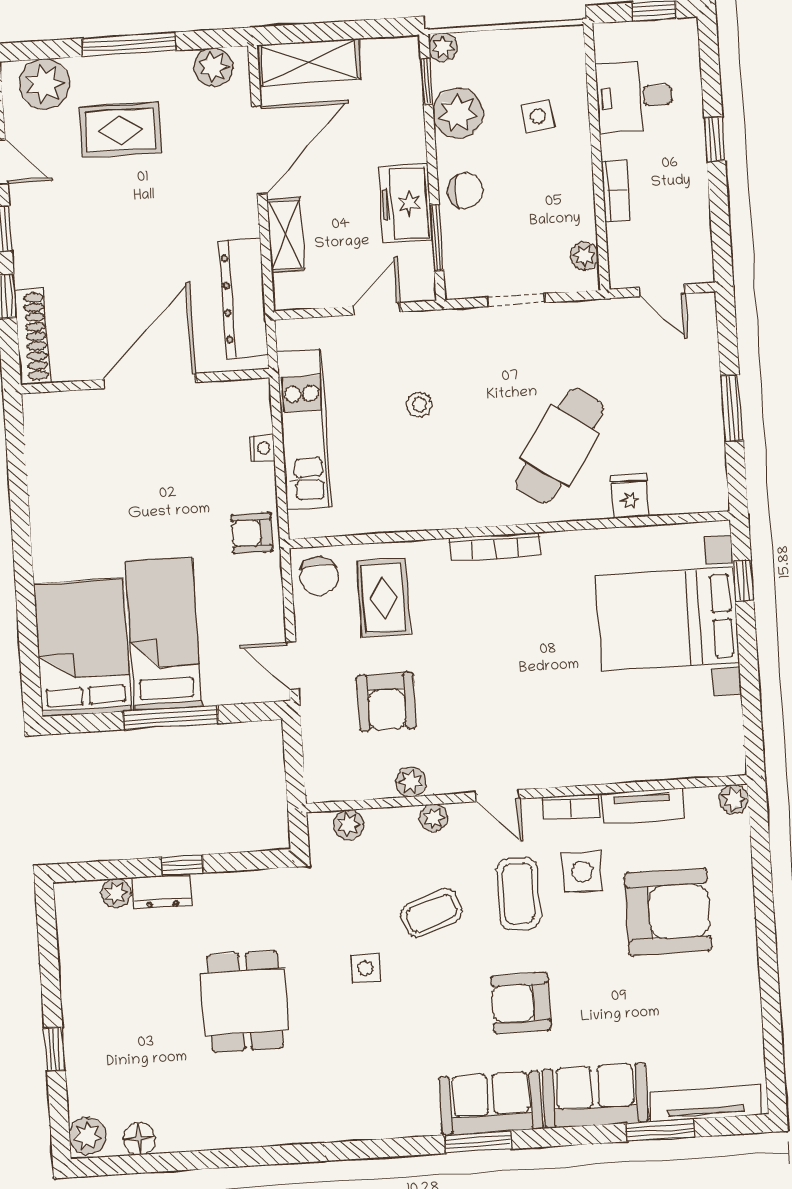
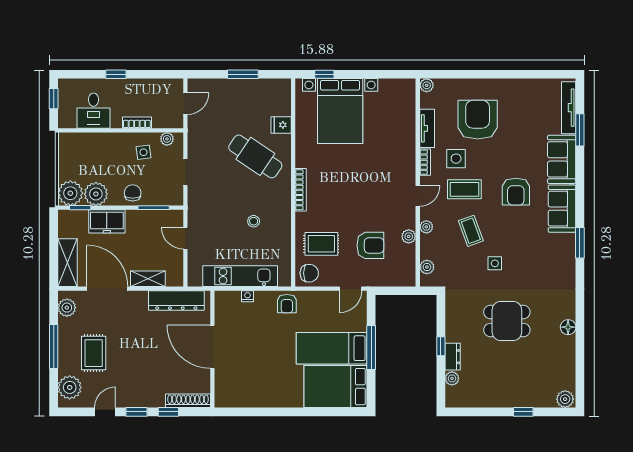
plant: (443, 47) -> (70, 193), width x1.87, depth x1.87
side table: (538, 116) -> (143, 152), moved
freezer: (405, 203) -> (107, 221), moved
stool: (419, 405) -> (254, 221), moved
floor lamp: (139, 1139) -> (568, 327), moved
window: (478, 1142) -> (580, 243), moved

